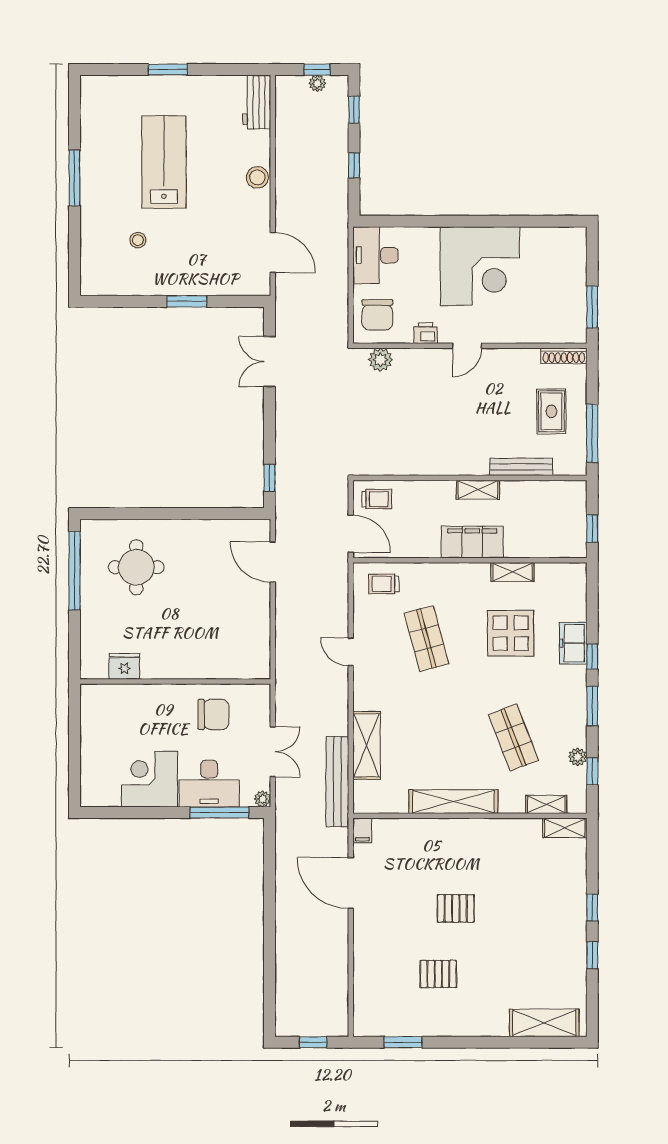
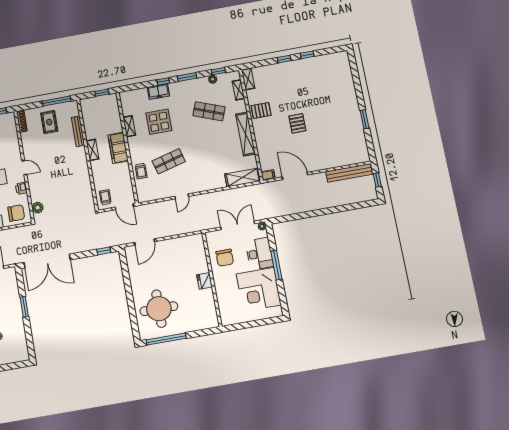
double door: (269, 362) -> (47, 261), width x1.87
rug: (551, 411) -> (49, 122), turned 90
door: (351, 534) -> (124, 207), swing flipped
round table: (136, 567) -> (159, 309), width x1.36, depth x1.36
trolley: (384, 584) -> (141, 171), moved
fridge: (124, 666) -> (204, 281), moved
chair: (213, 714) -> (225, 258), turned 180
shop shelf: (513, 737) -> (209, 111), turned 42
shelving: (367, 745) -> (243, 177), moved
double door: (273, 752) -> (238, 225), width x1.37
corner desk: (150, 779) -> (259, 289), width x1.36, depth x1.36
bench: (337, 782) -> (349, 173), moved
window: (219, 813) -> (276, 265), moved
door: (351, 883) -> (295, 176), swing flipped
pallet: (438, 974) -> (261, 110), moved, turned 90
shelving: (544, 1023) -> (345, 71), removed
window: (403, 1042) -> (365, 119), moved

